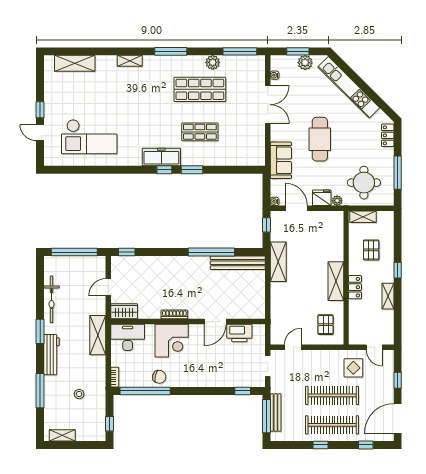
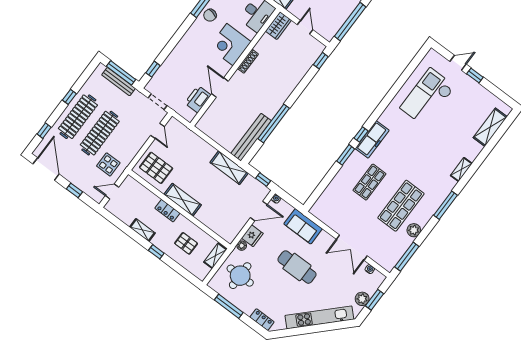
pallet: (326, 325) -> (156, 168), width x1.50, depth x1.42

